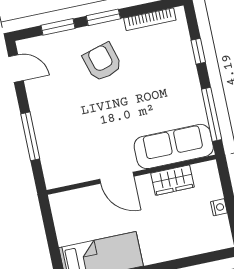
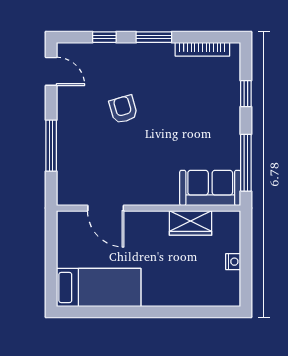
window: (58, 27) -> (104, 37), width x0.67
armchair: (102, 62) -> (123, 109), moved, width x0.72, depth x0.72
sofa: (174, 146) -> (210, 188), width x0.73
door: (117, 178) -> (106, 208), moved

